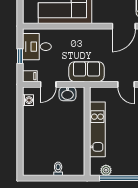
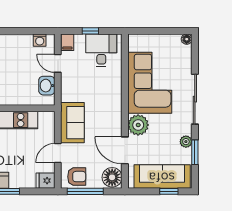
plant: (102, 15) -> (138, 125), added
sofa: (87, 72) -> (72, 123), moved

